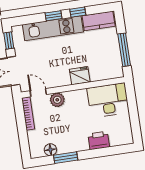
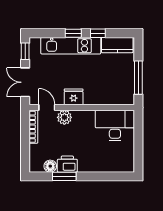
fridge: (80, 76) -> (74, 97), moved
printer: (99, 140) -> (67, 164), moved

